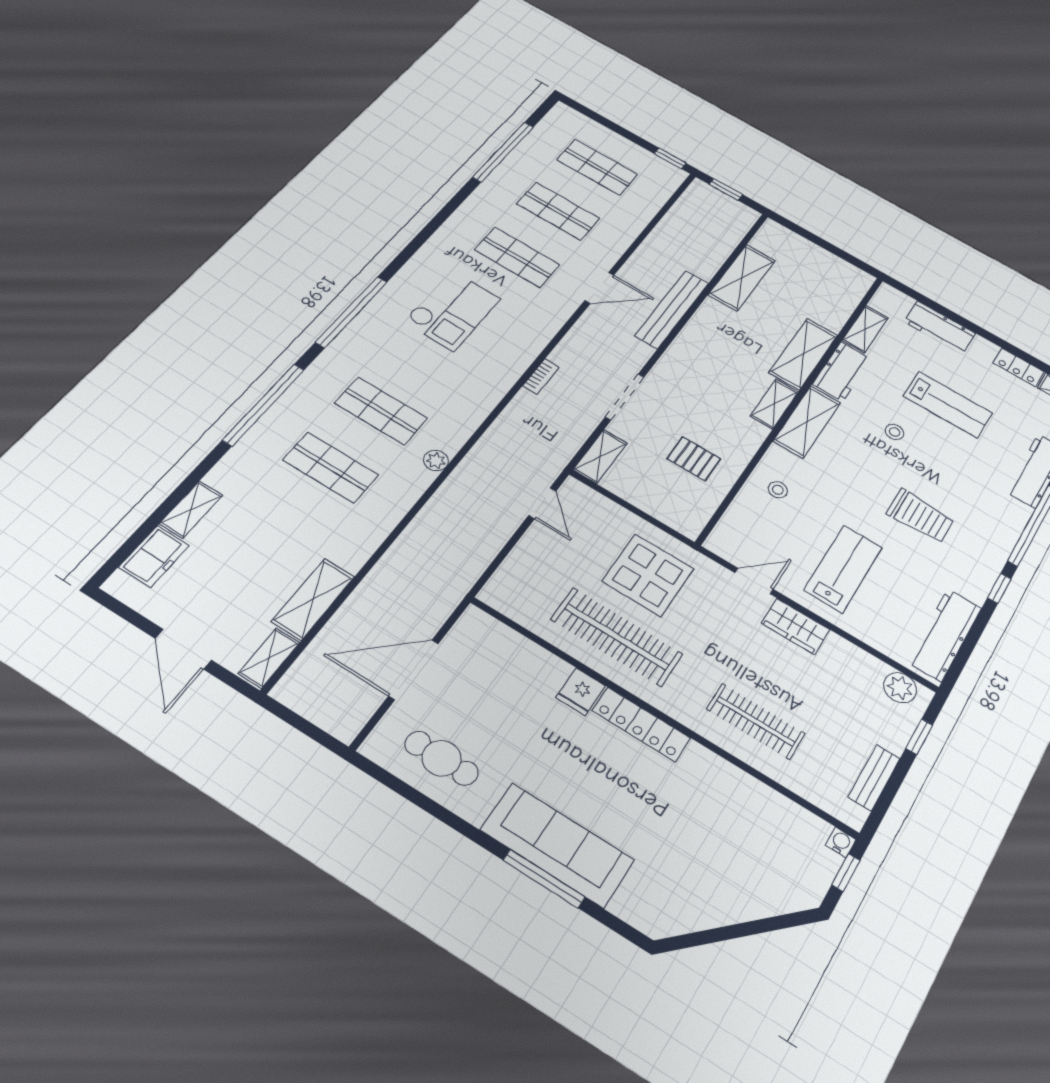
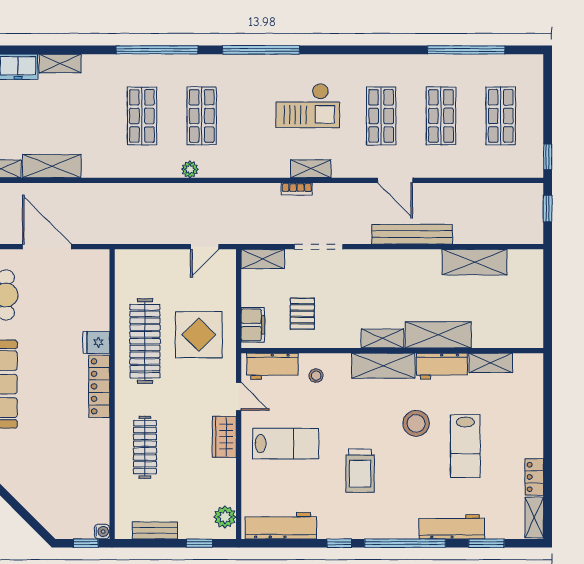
workbench: (940, 328) -> (272, 366), moved, turned -90
shelving: (528, 350) -> (311, 169), added
stool: (895, 432) -> (416, 423), width x1.89, depth x1.89
filing cabinet: (674, 514) -> (253, 325), added

